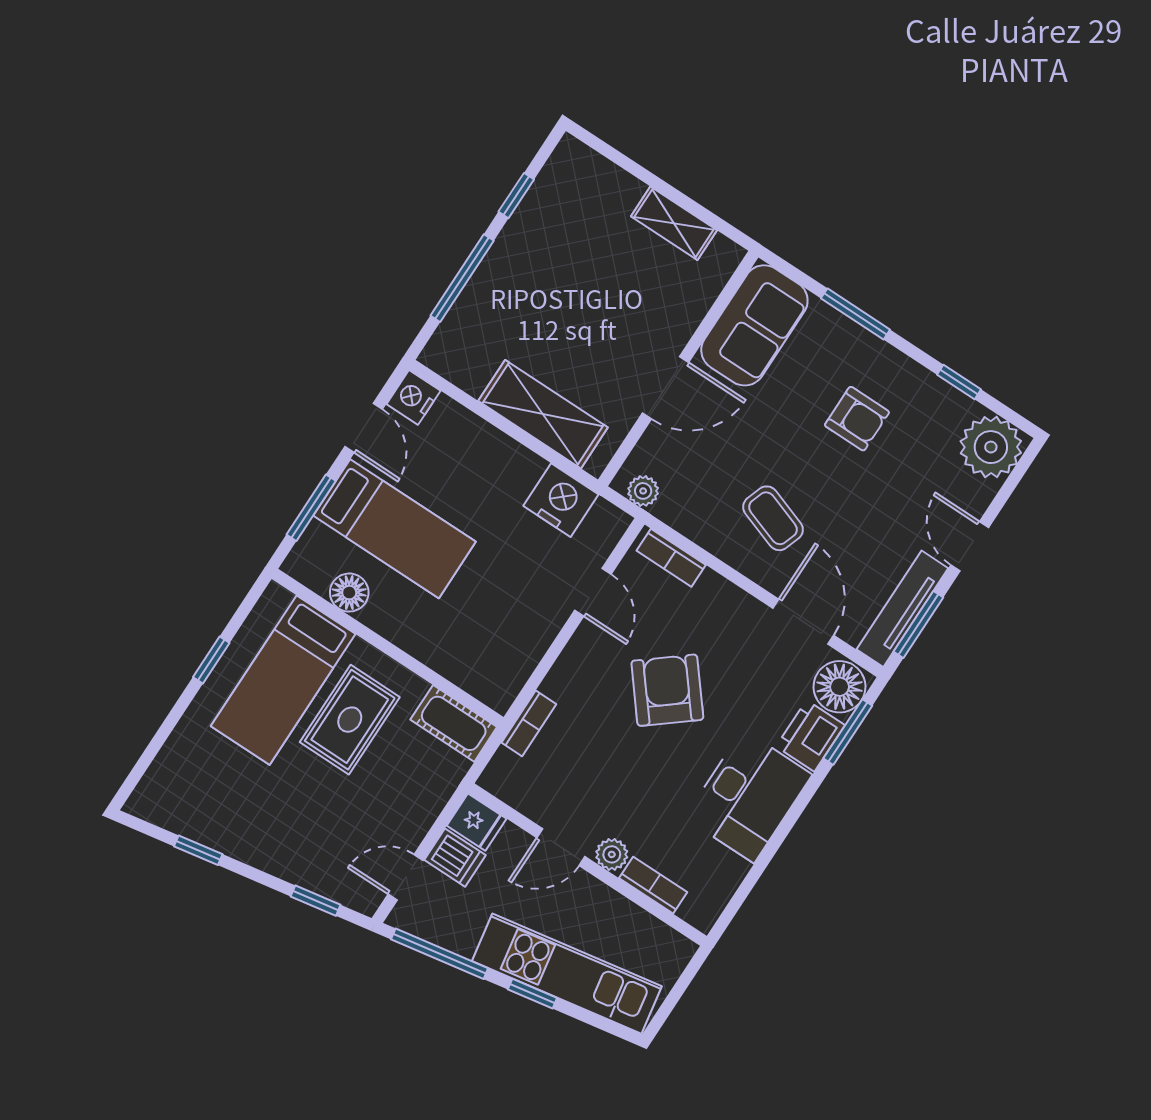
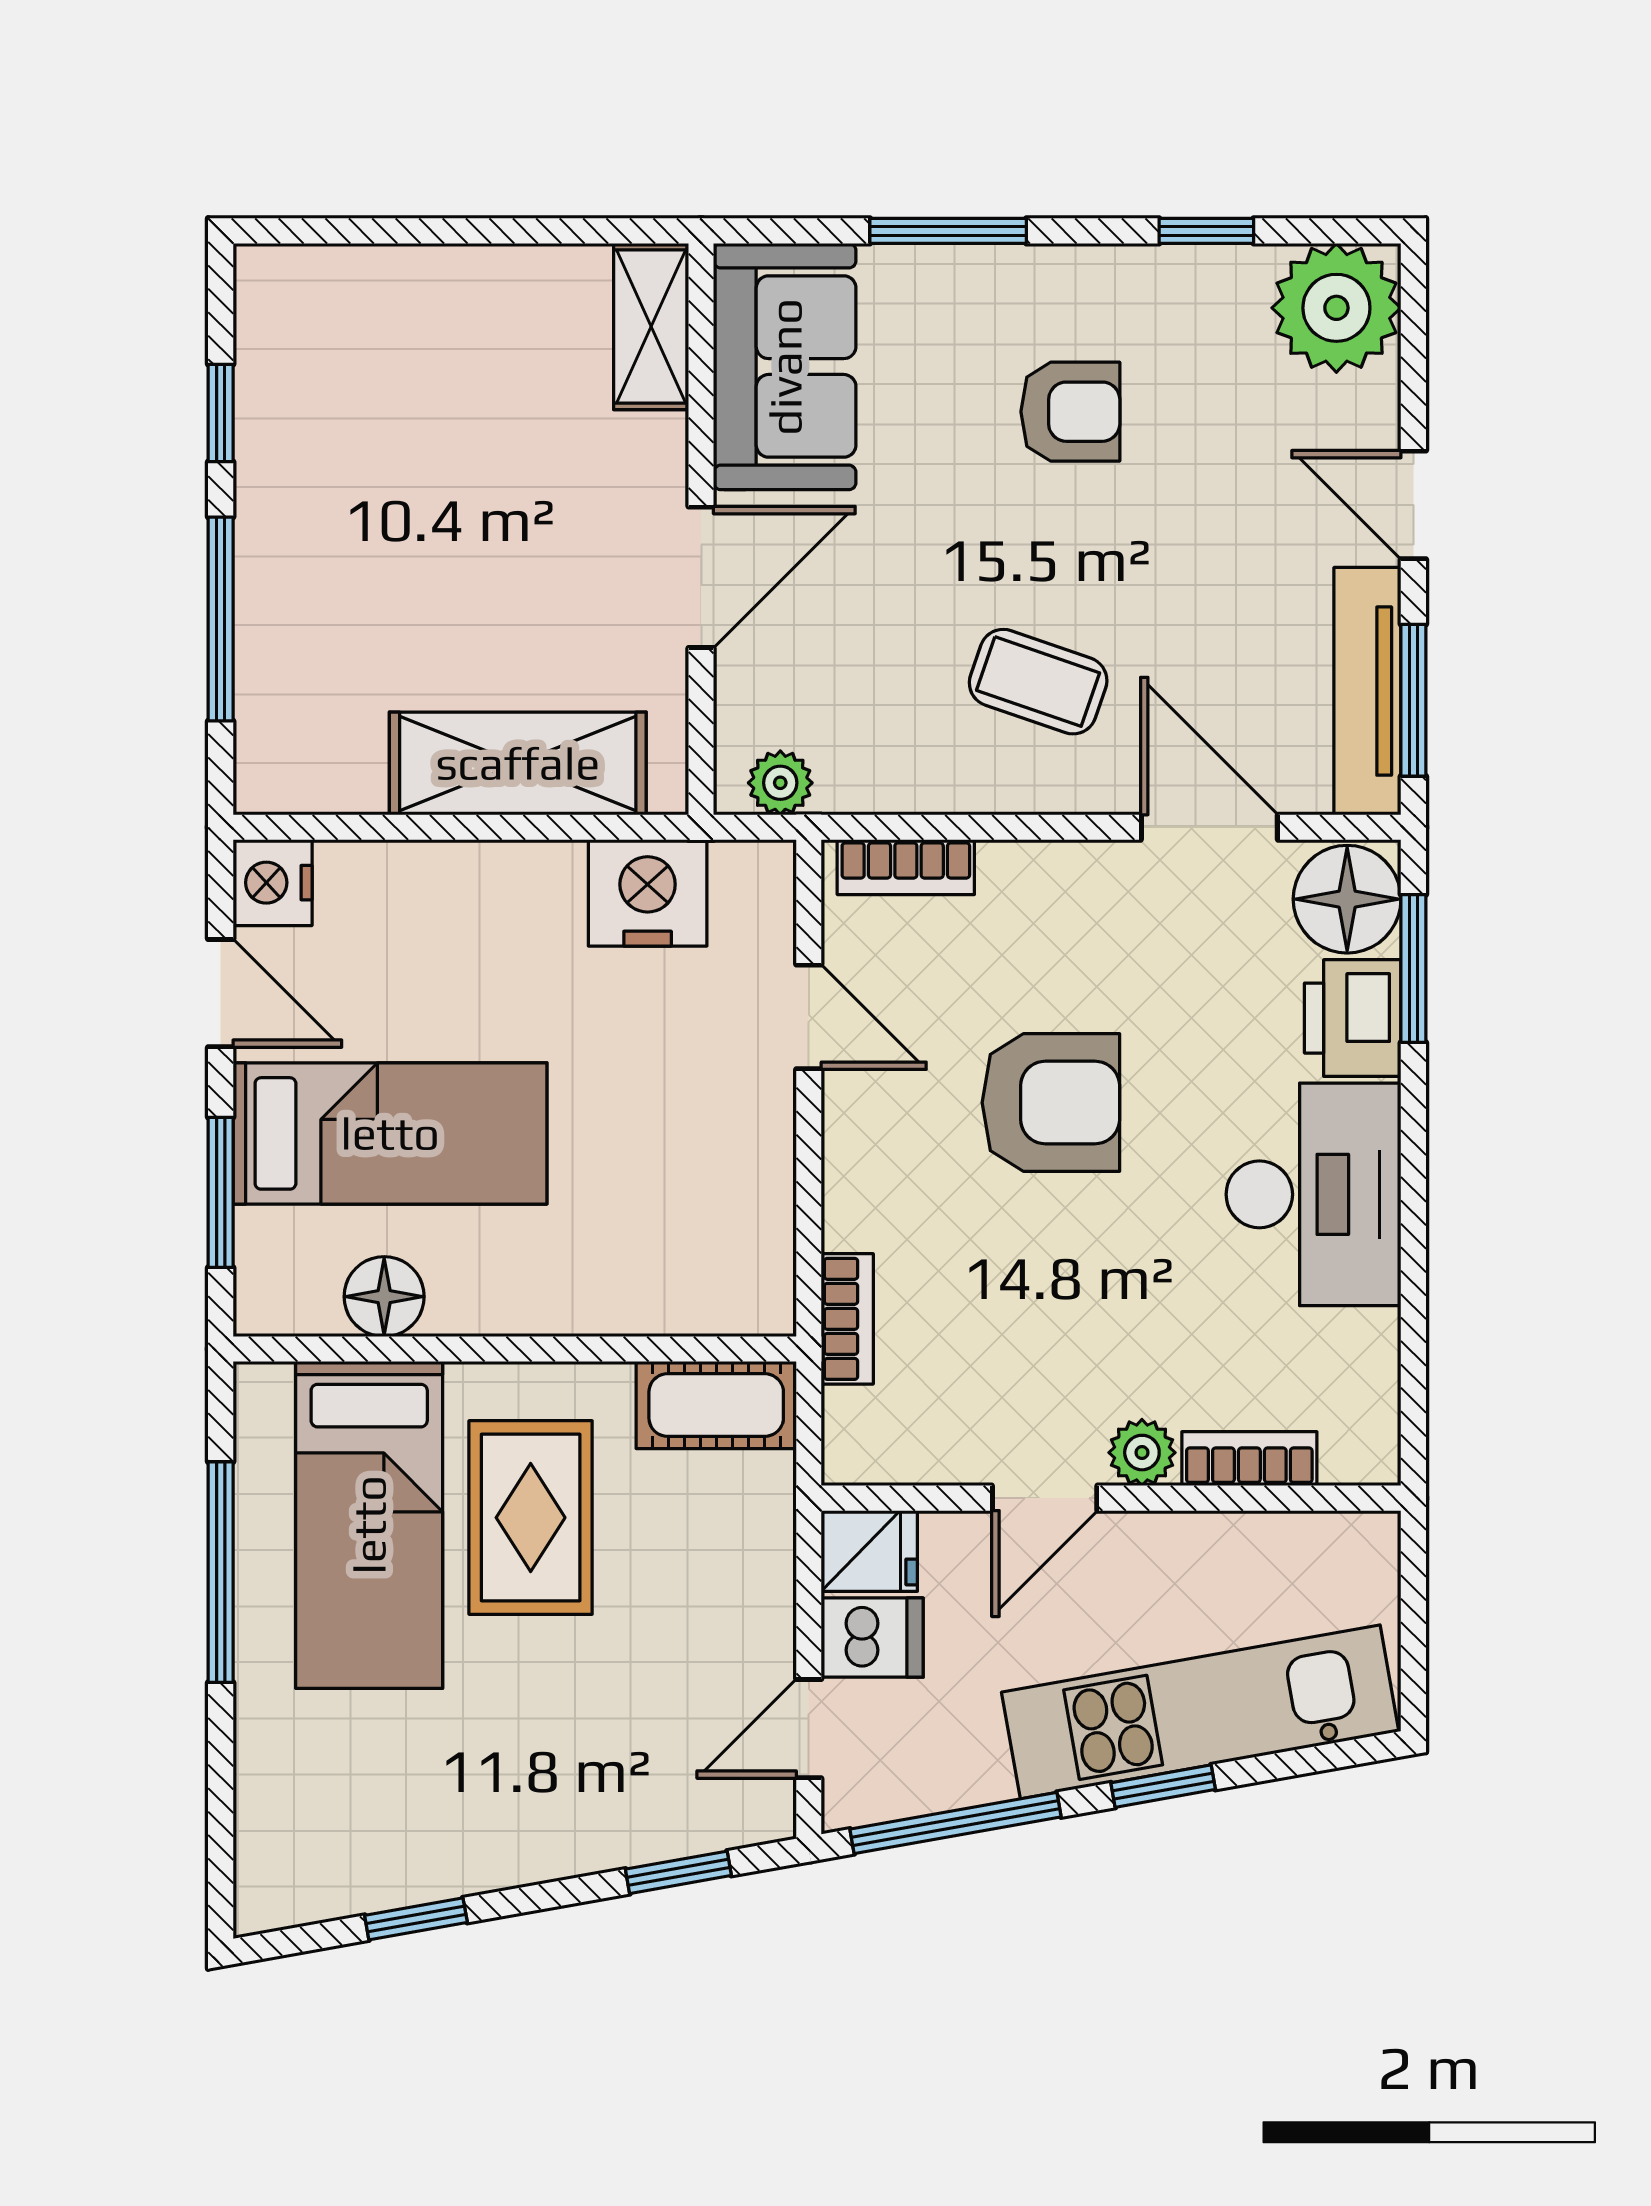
shelving: (674, 223) -> (651, 326), moved, turned 90
window: (211, 660) -> (221, 1572), width x2.17
armchair: (667, 690) -> (1051, 1103), turned 129

